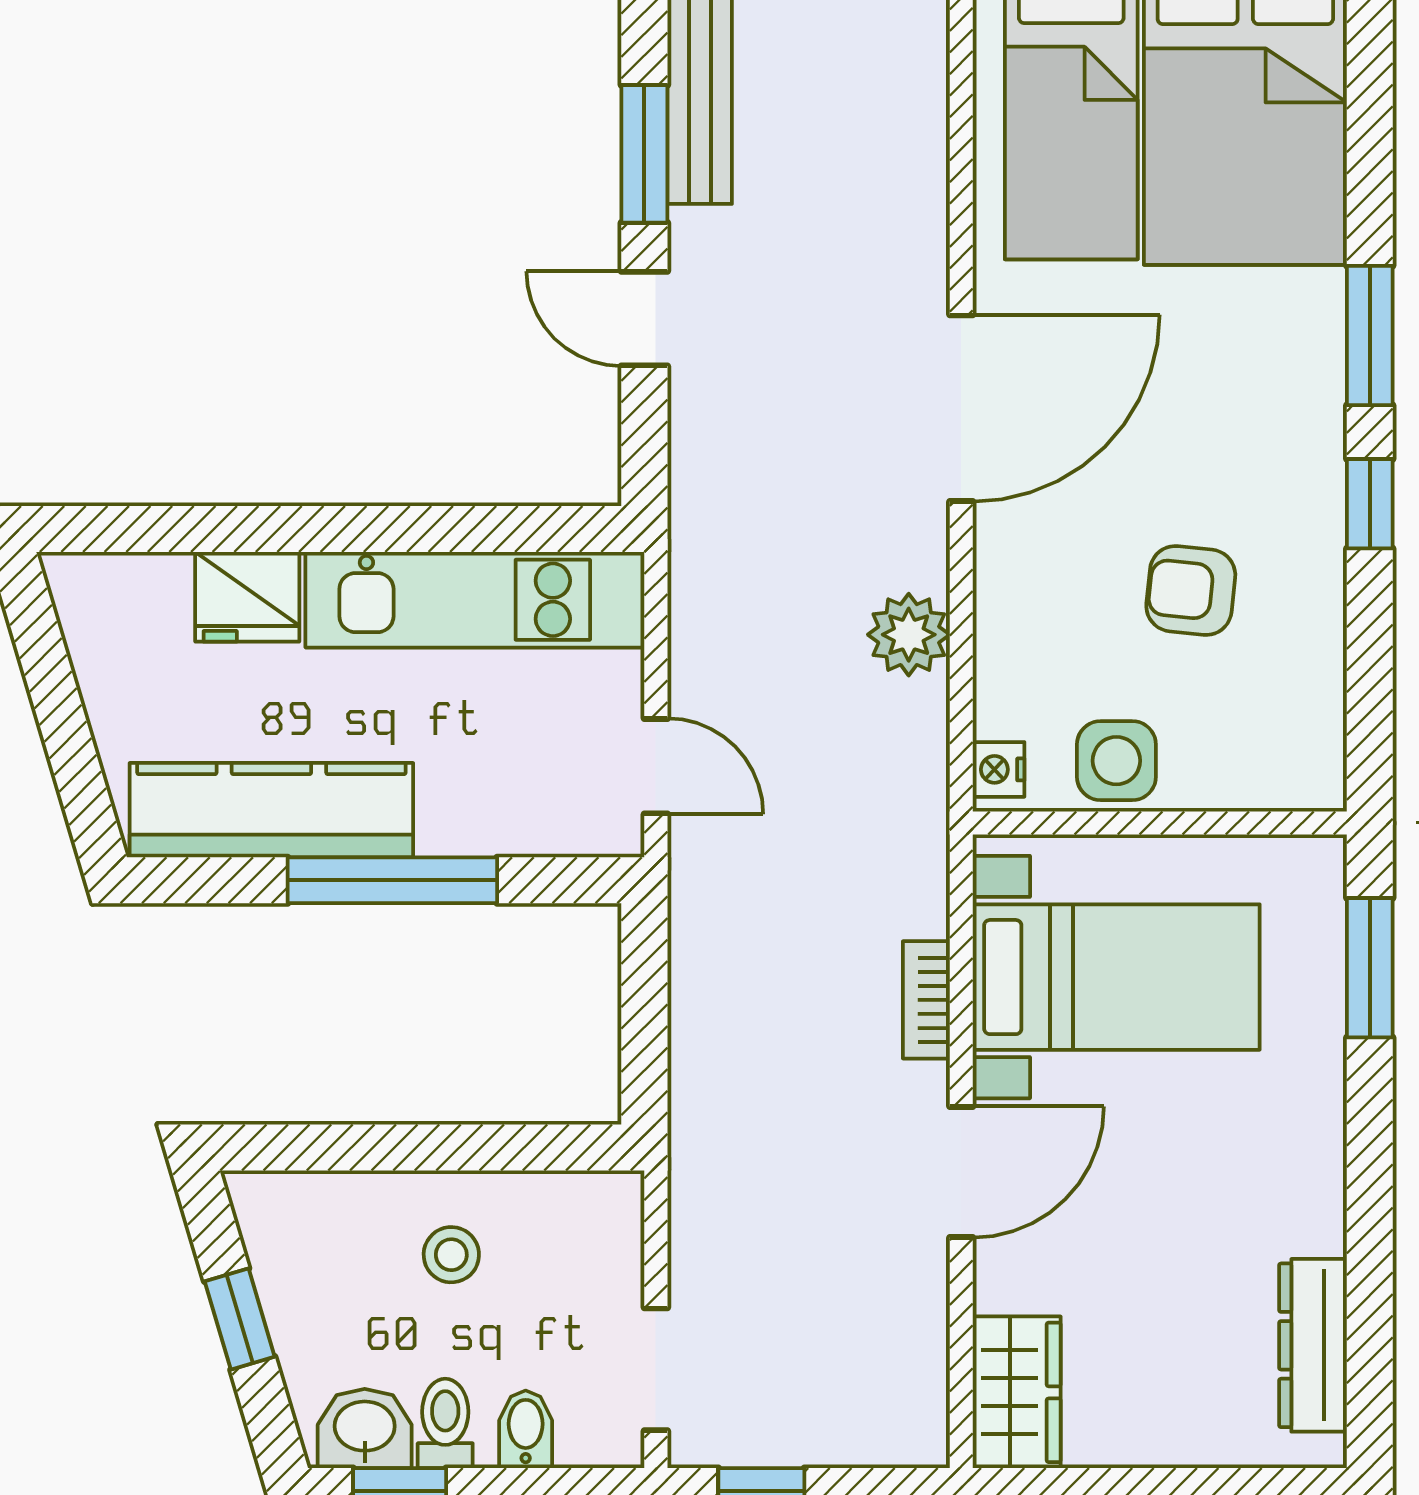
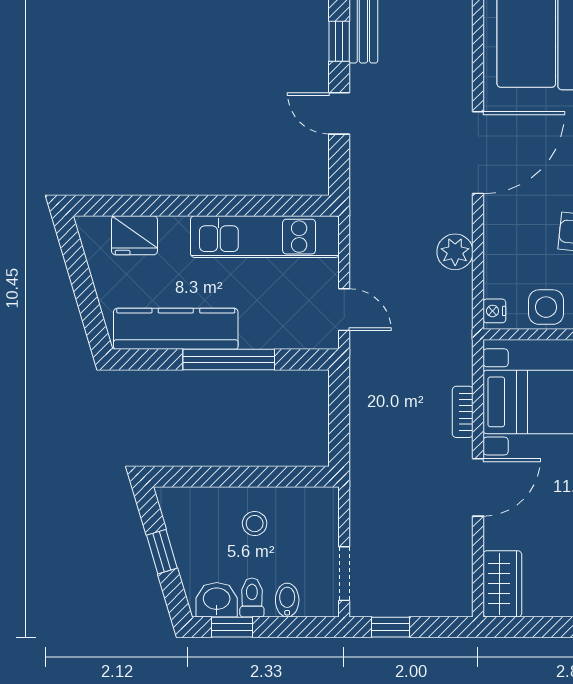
window: (644, 154) -> (339, 41), width x0.67
fridge: (247, 597) -> (134, 235), moved

